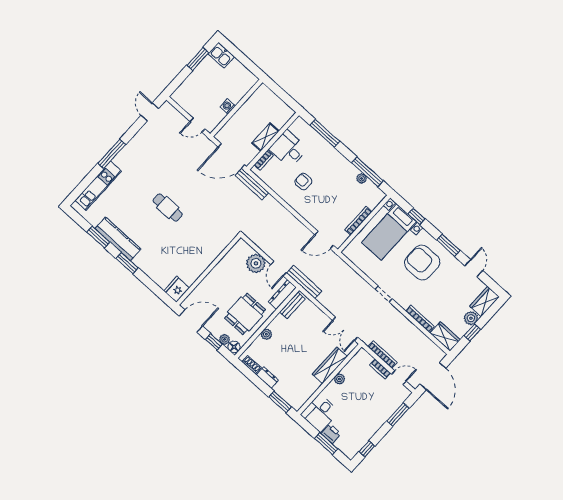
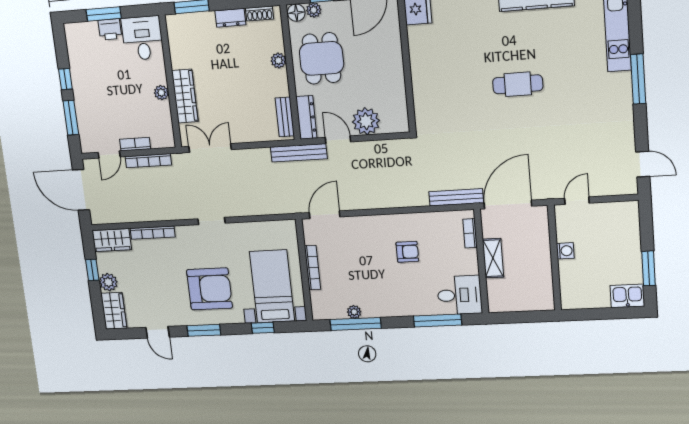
desk: (288, 149) -> (459, 295), moved
window: (367, 449) -> (65, 79), moved

